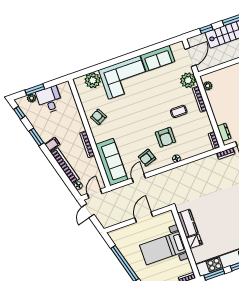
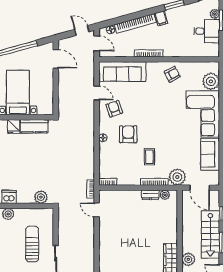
dresser: (224, 132) -> (150, 195), moved
armchair: (165, 137) -> (128, 134), turned 90
door: (144, 217) -> (56, 59), moved

